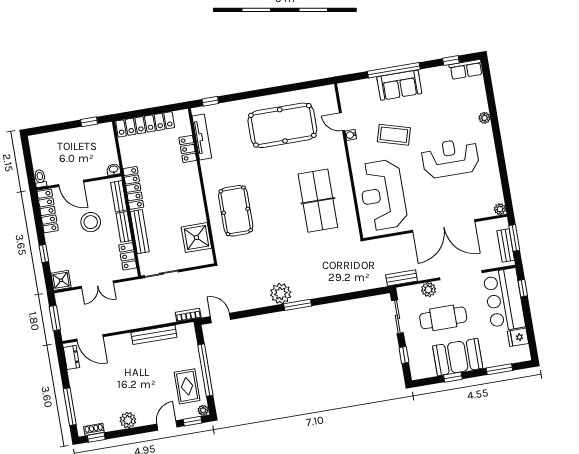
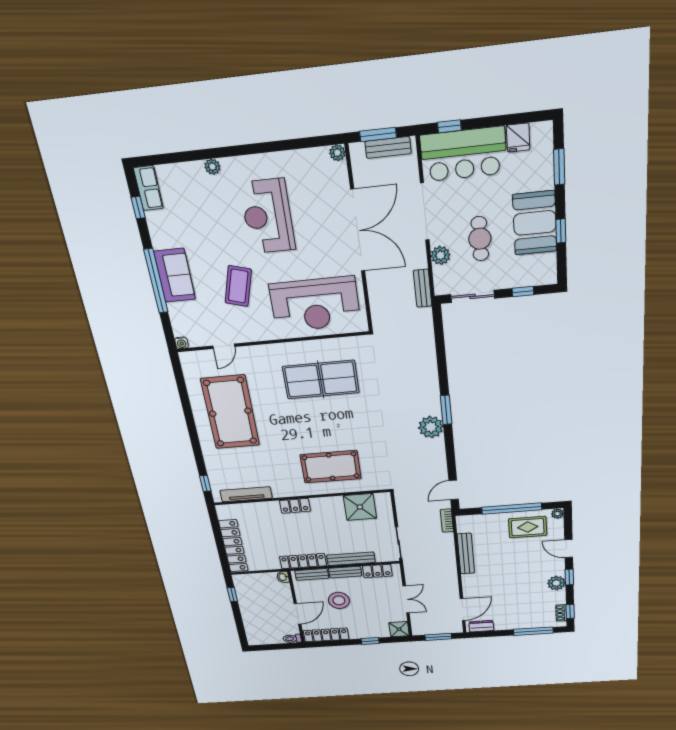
water cooler: (351, 135) -> (182, 343), moved
locker: (188, 149) -> (295, 506), moved
cafe table: (443, 318) -> (480, 239), width x0.73, depth x0.74
window: (192, 421) -> (569, 577), moved

